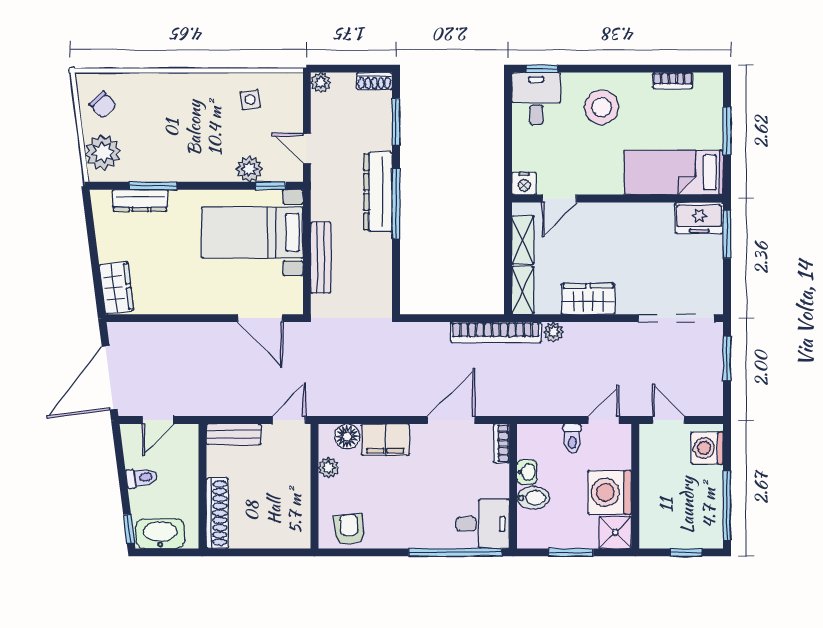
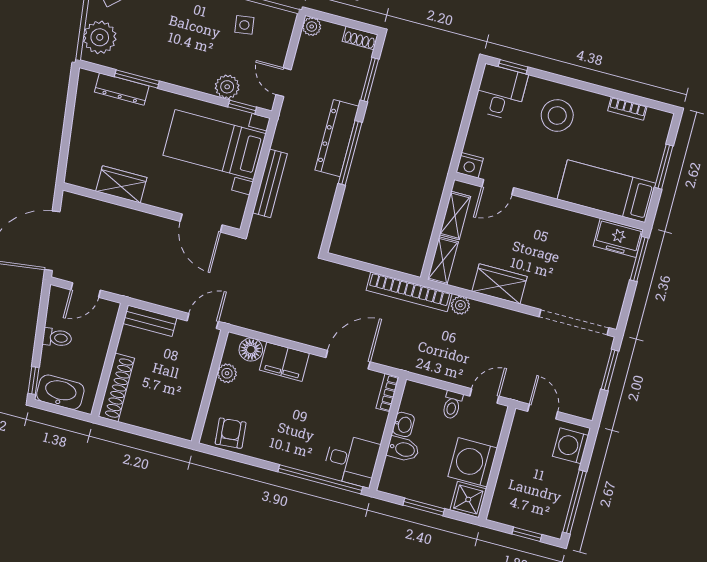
wardrobe: (116, 288) -> (121, 184), moved, turned -83

